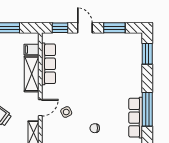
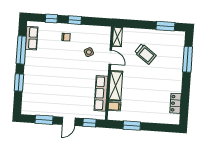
door: (85, 28) -> (69, 121), hinge flipped
window: (147, 54) -> (19, 83), moved
door: (40, 108) -> (110, 57), swing flipped
row of seats: (136, 118) -> (32, 38), width x0.68

